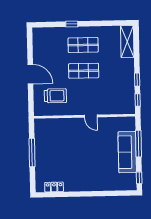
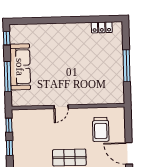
trolley: (55, 96) -> (101, 129), turned -90
door: (91, 116) -> (61, 107), swing flipped

